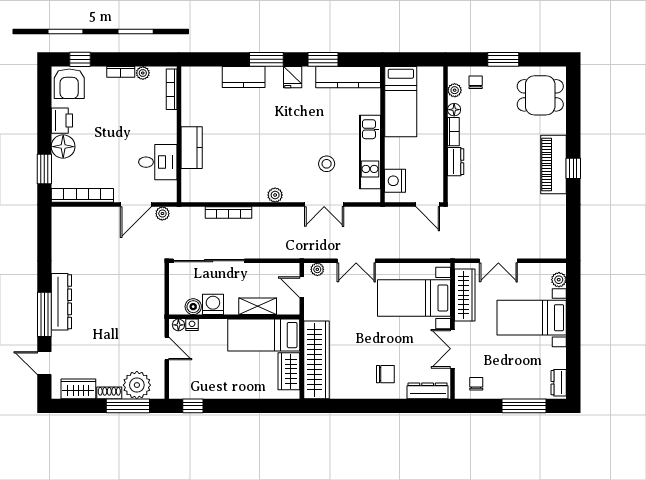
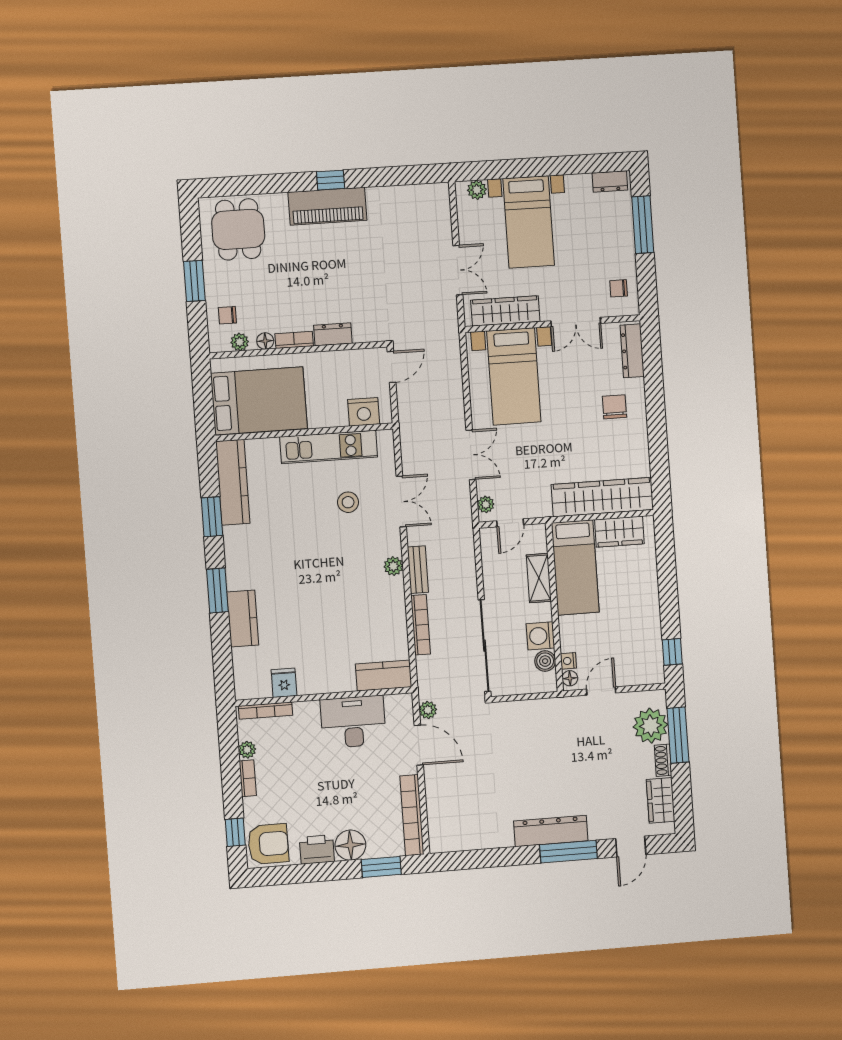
fridge: (293, 77) -> (284, 683), moved, turned -90
bed: (401, 102) -> (259, 401), width x1.50
kitchen counter: (192, 148) -> (384, 676), moved
desk: (158, 162) -> (353, 722), width x1.37
bench: (271, 214) -> (418, 570), added

